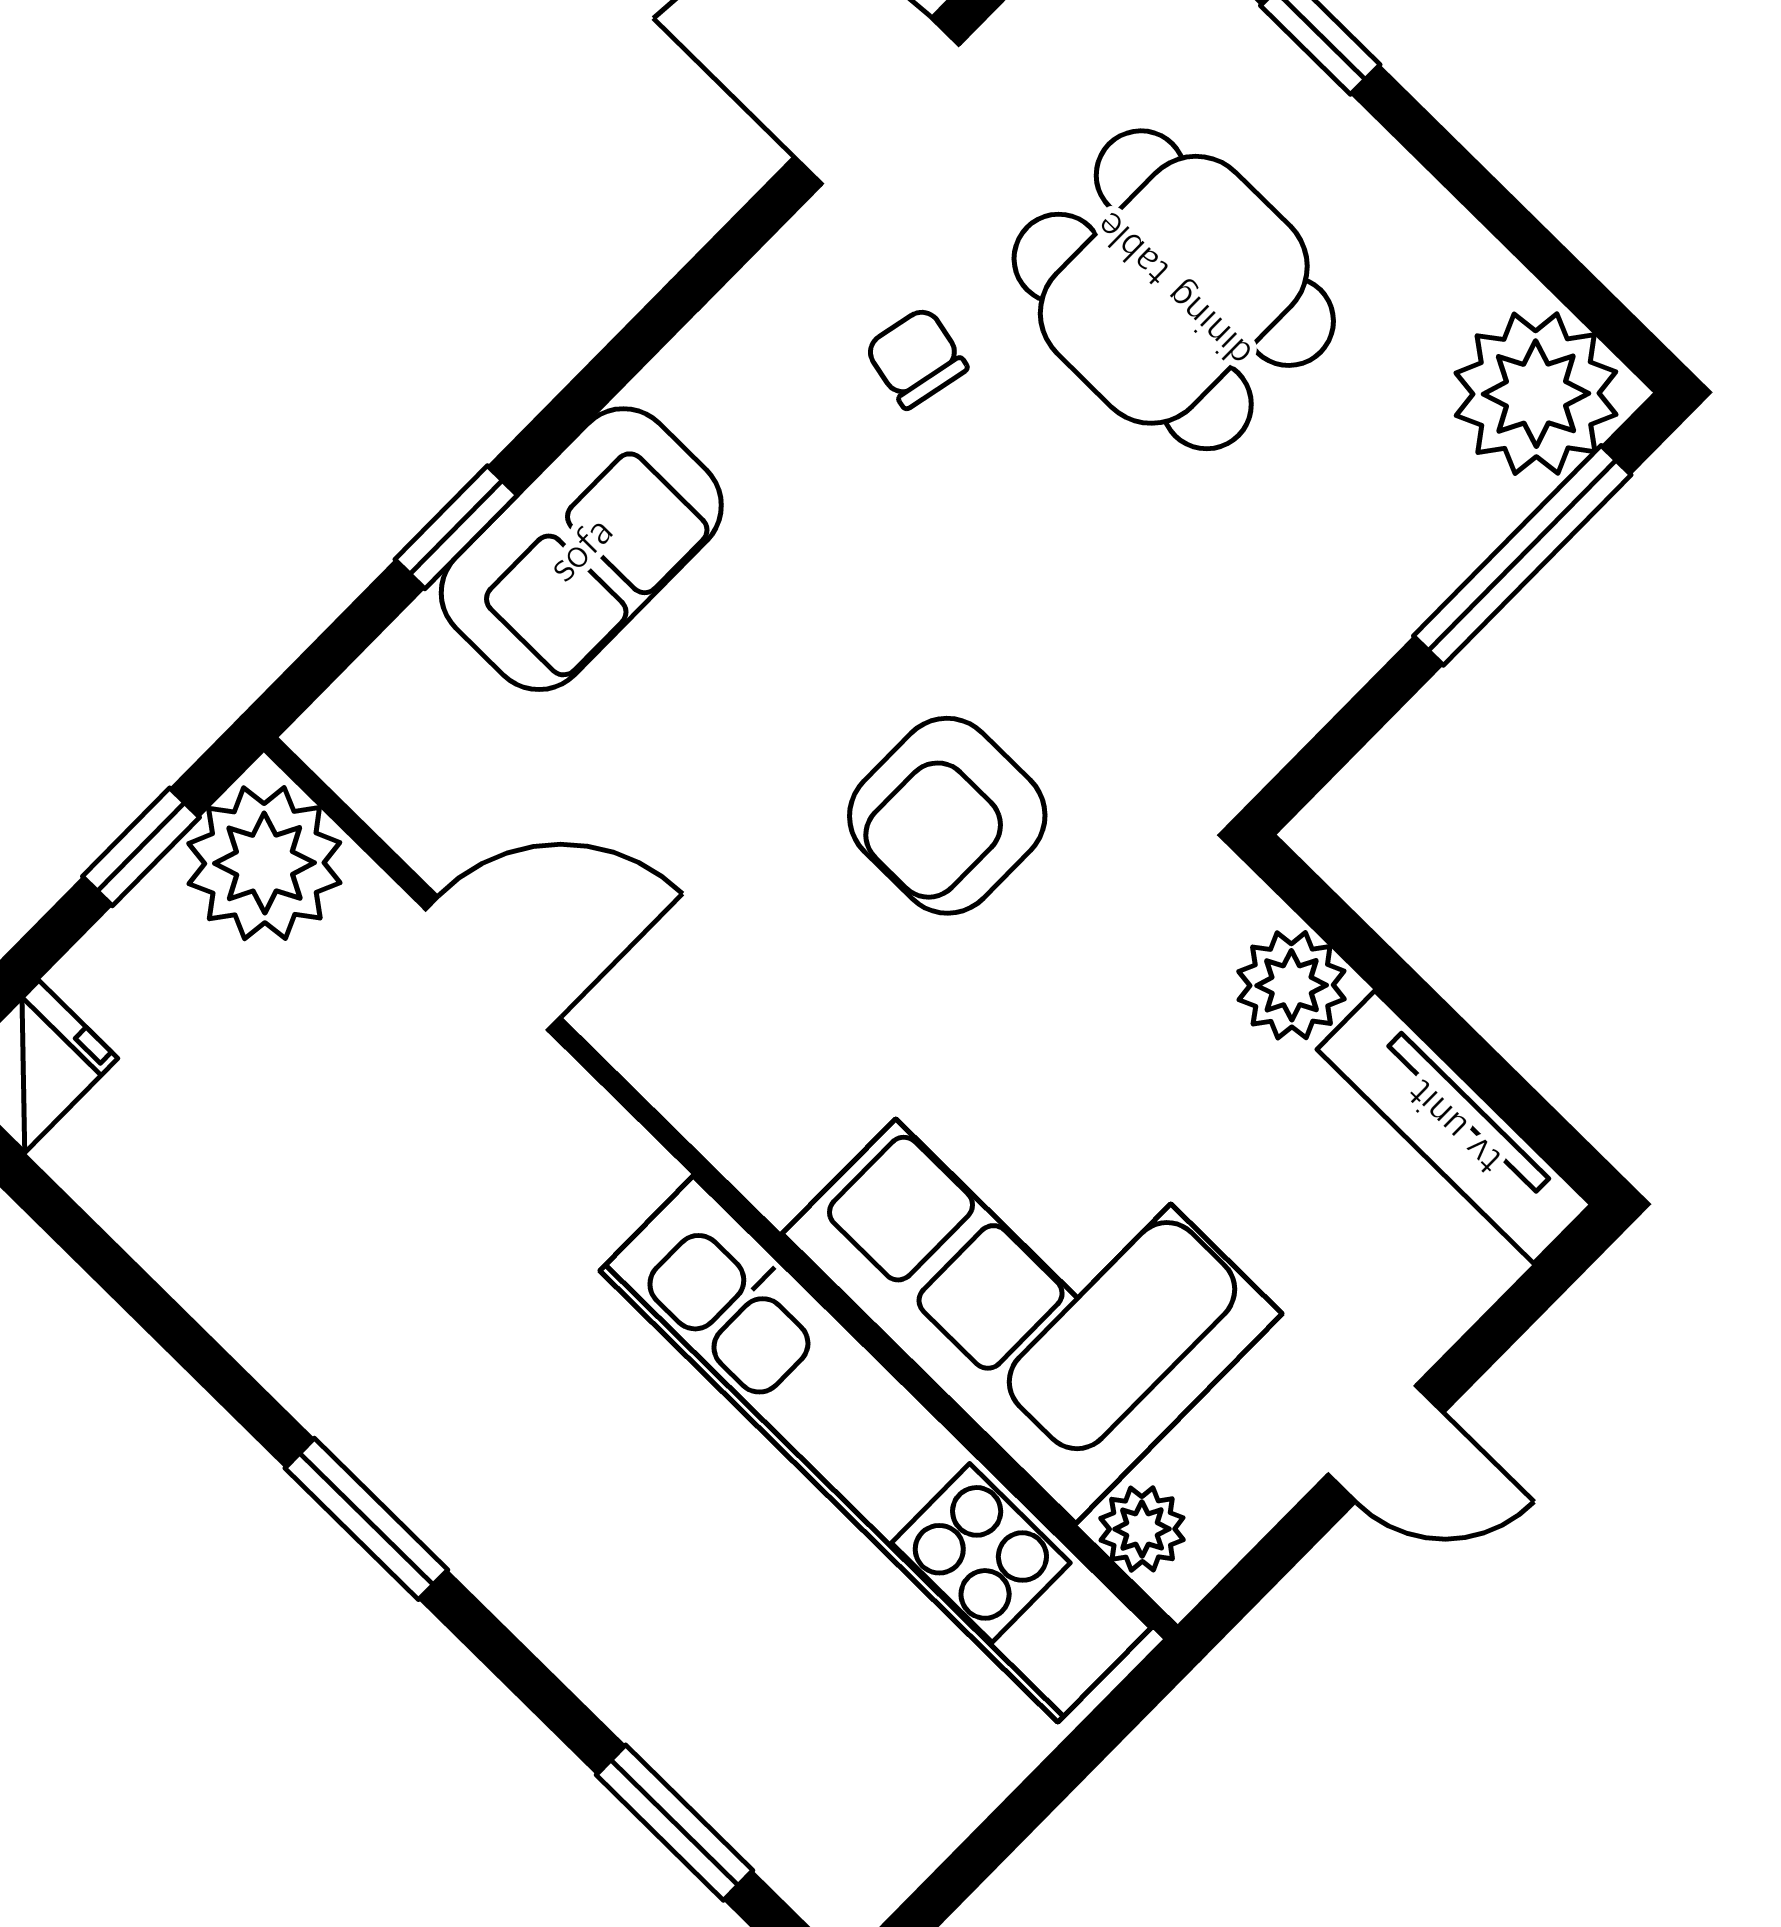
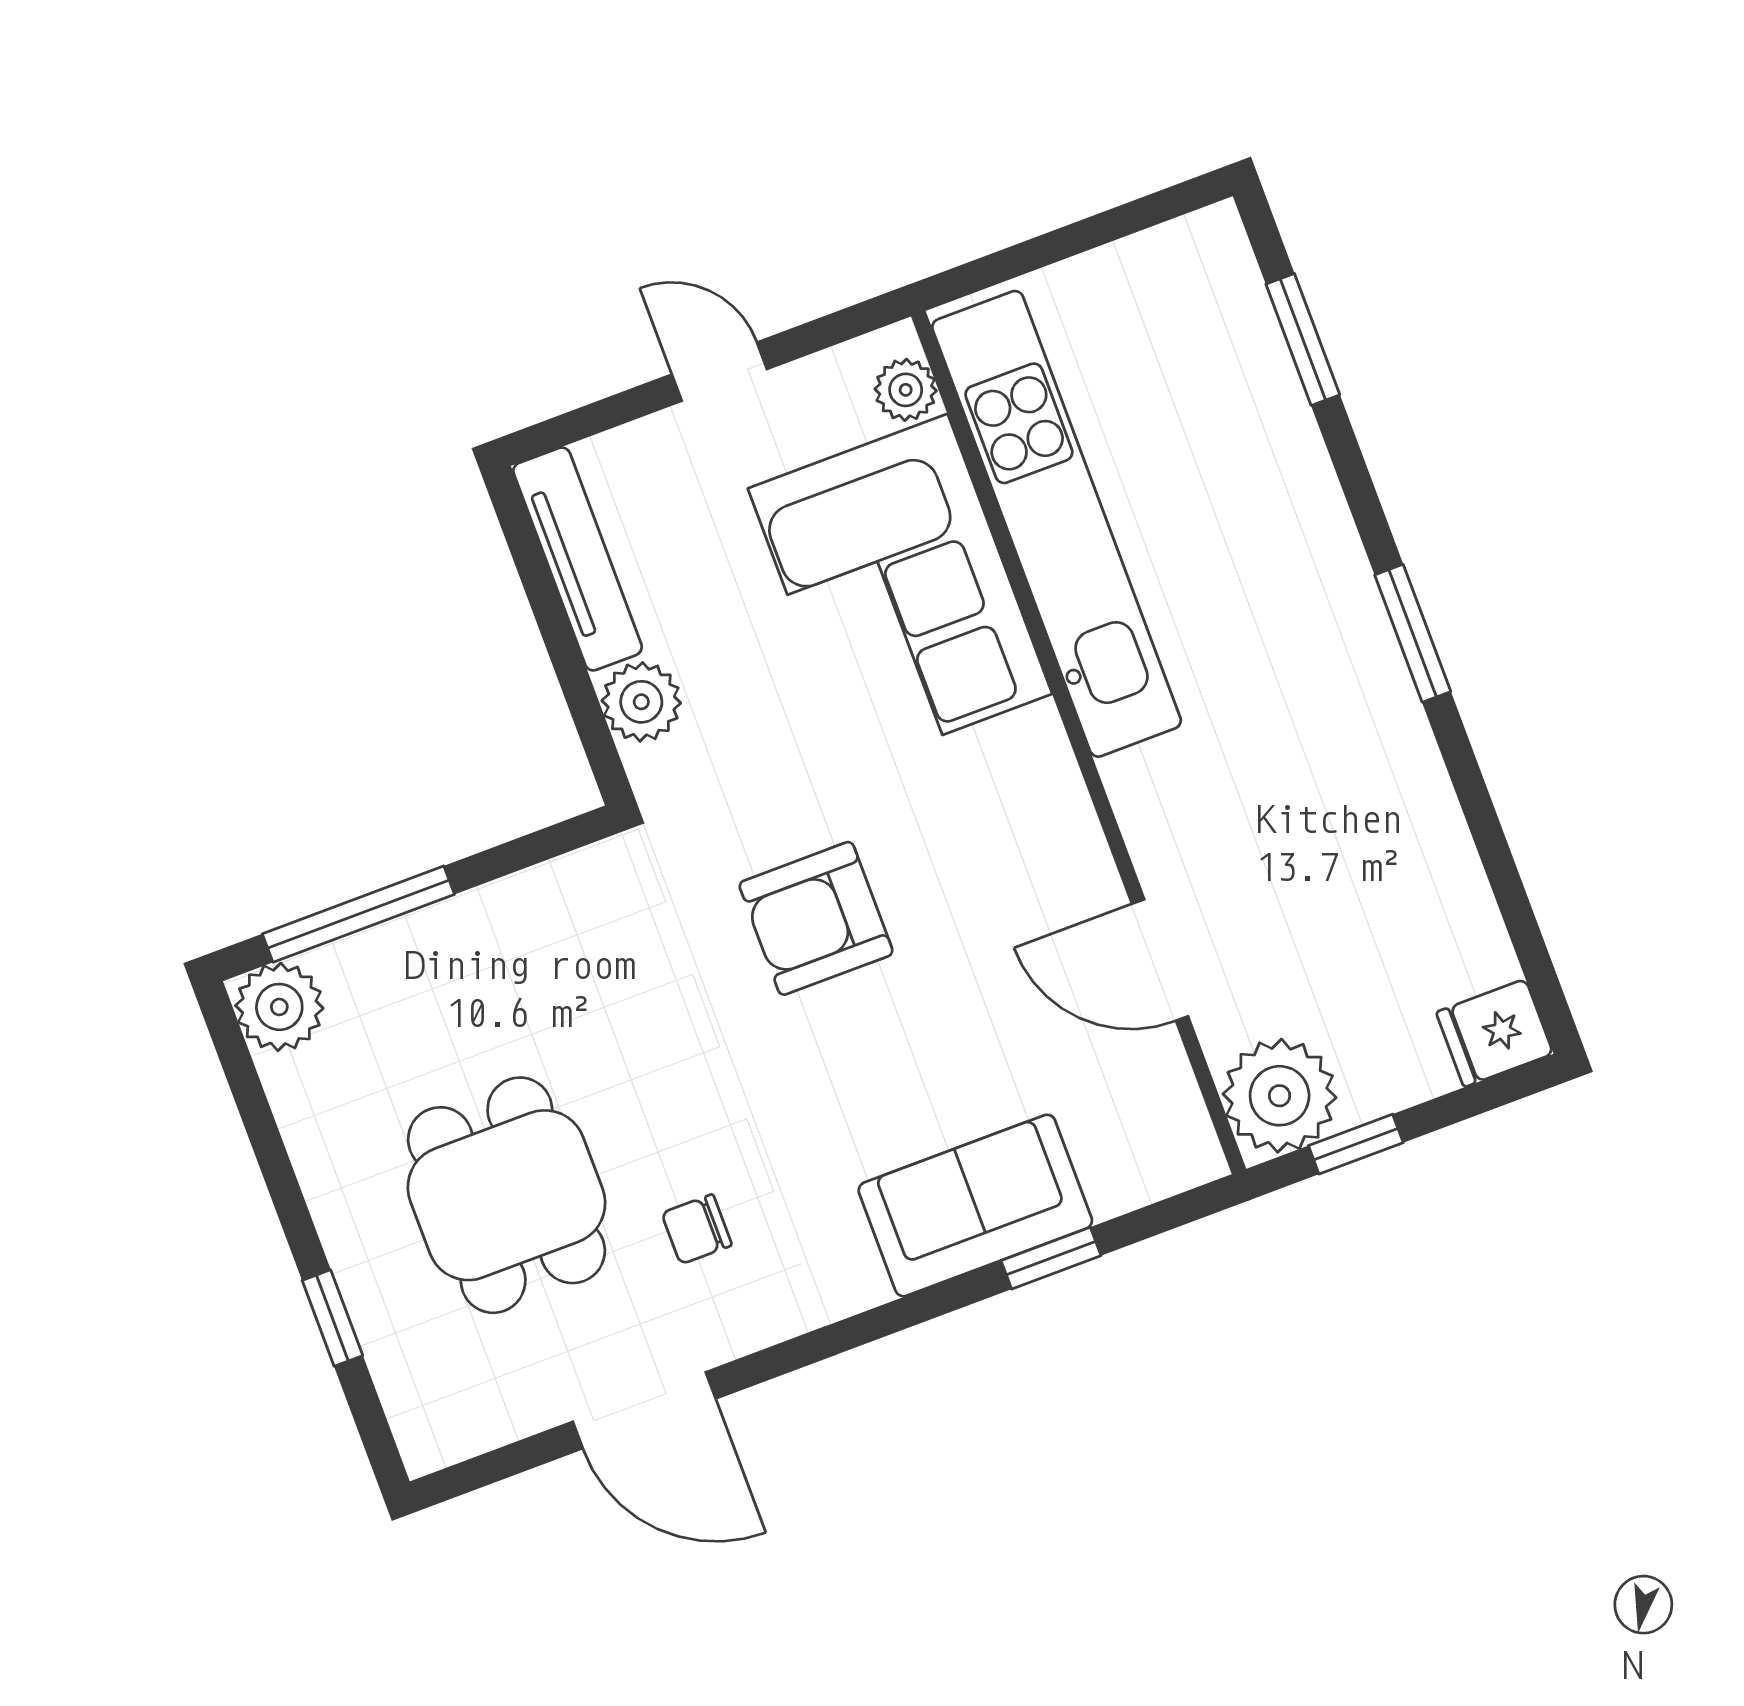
chair: (916, 358) -> (697, 1229), turned 78
plant: (1536, 394) -> (279, 1007), width x0.73, depth x0.73
armchair: (947, 816) -> (816, 918), turned 180

